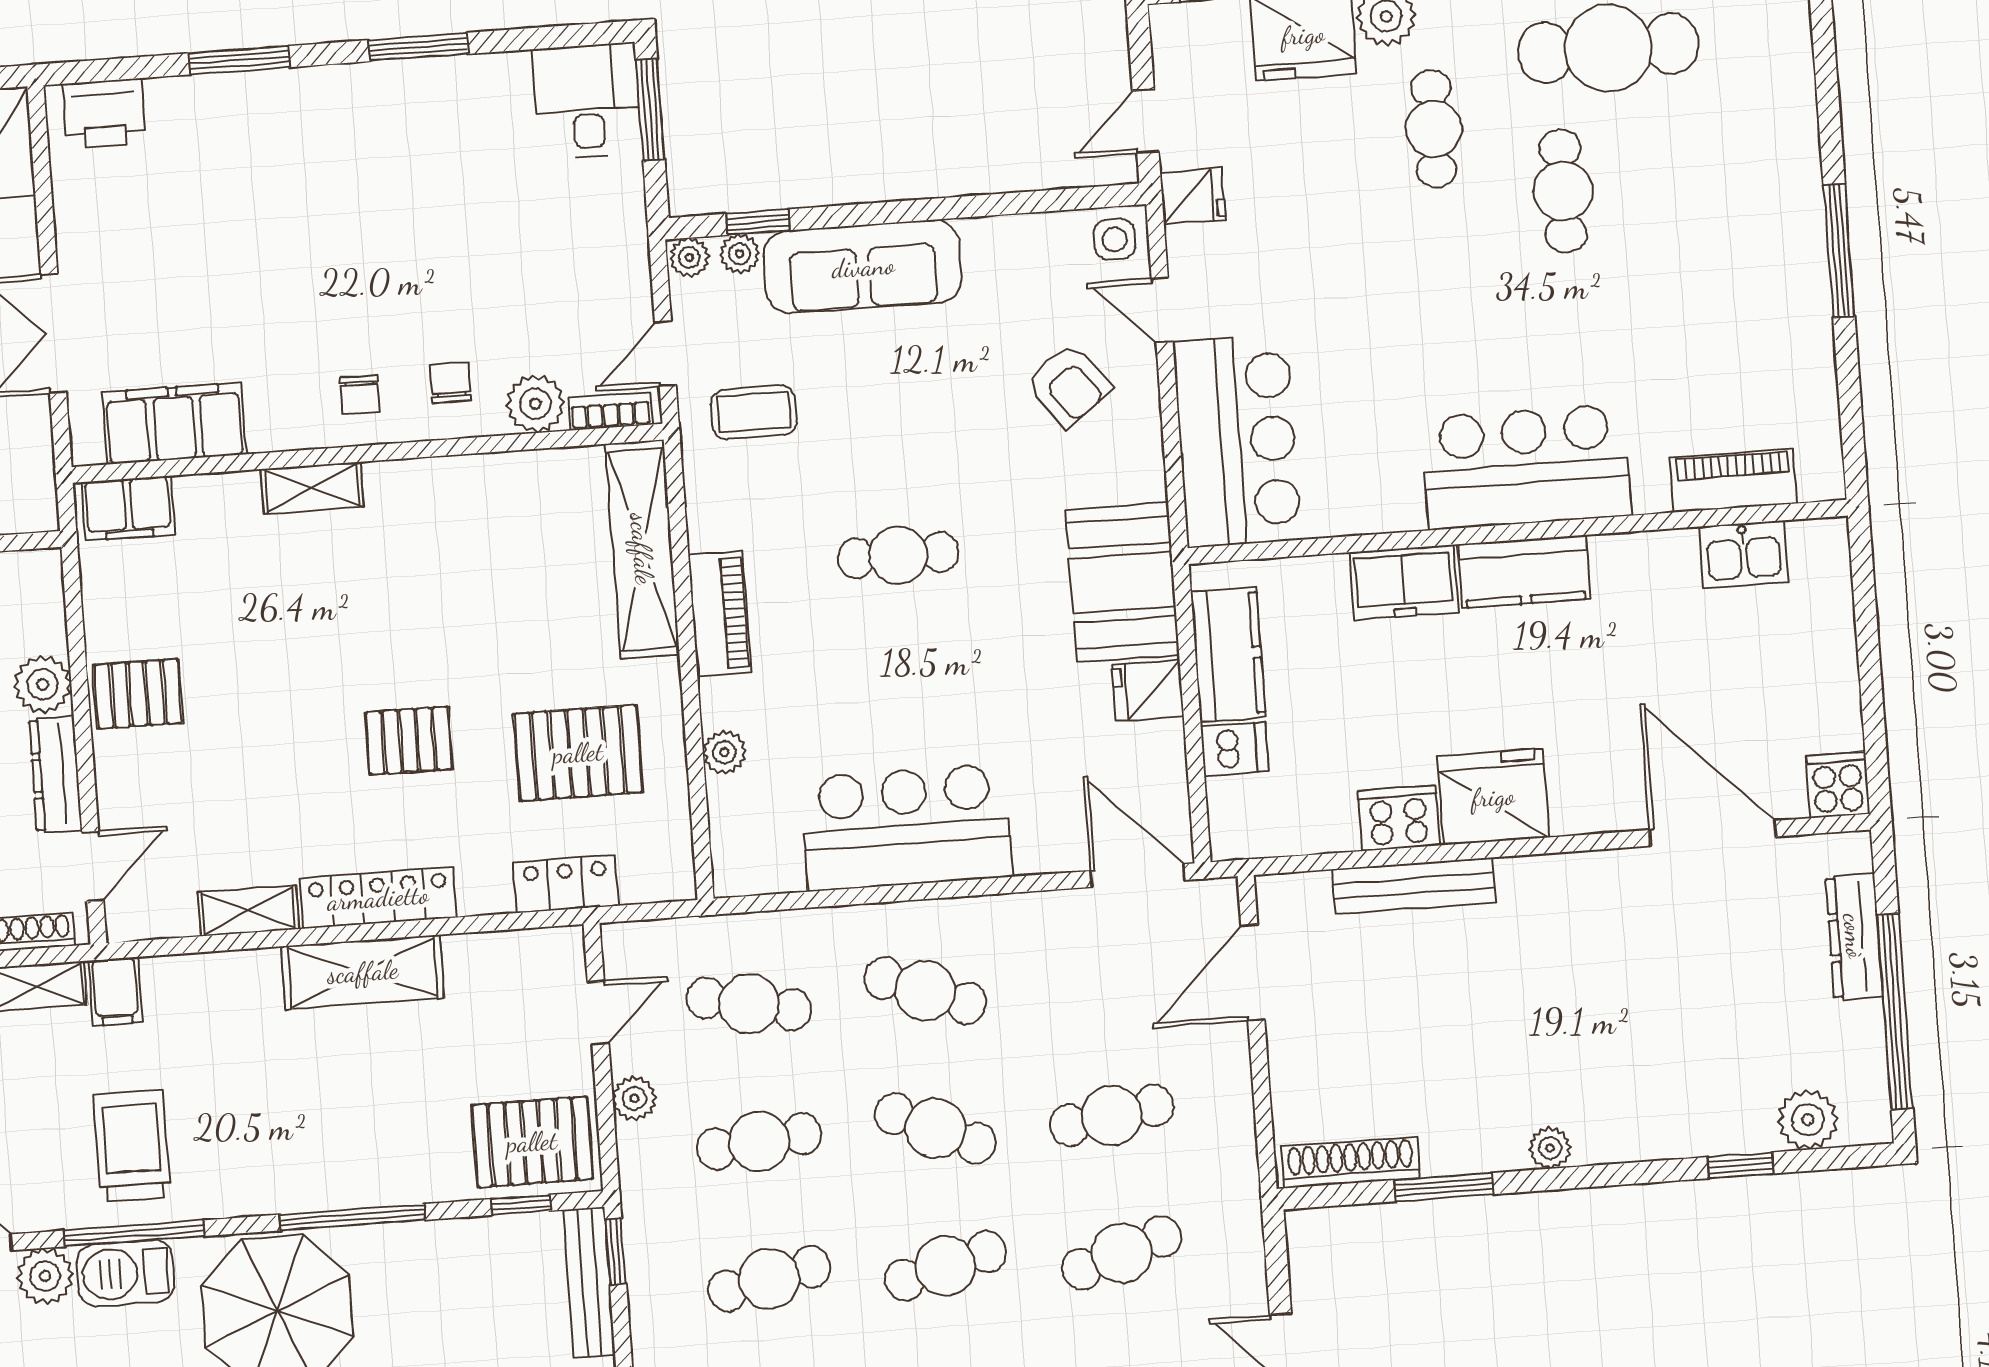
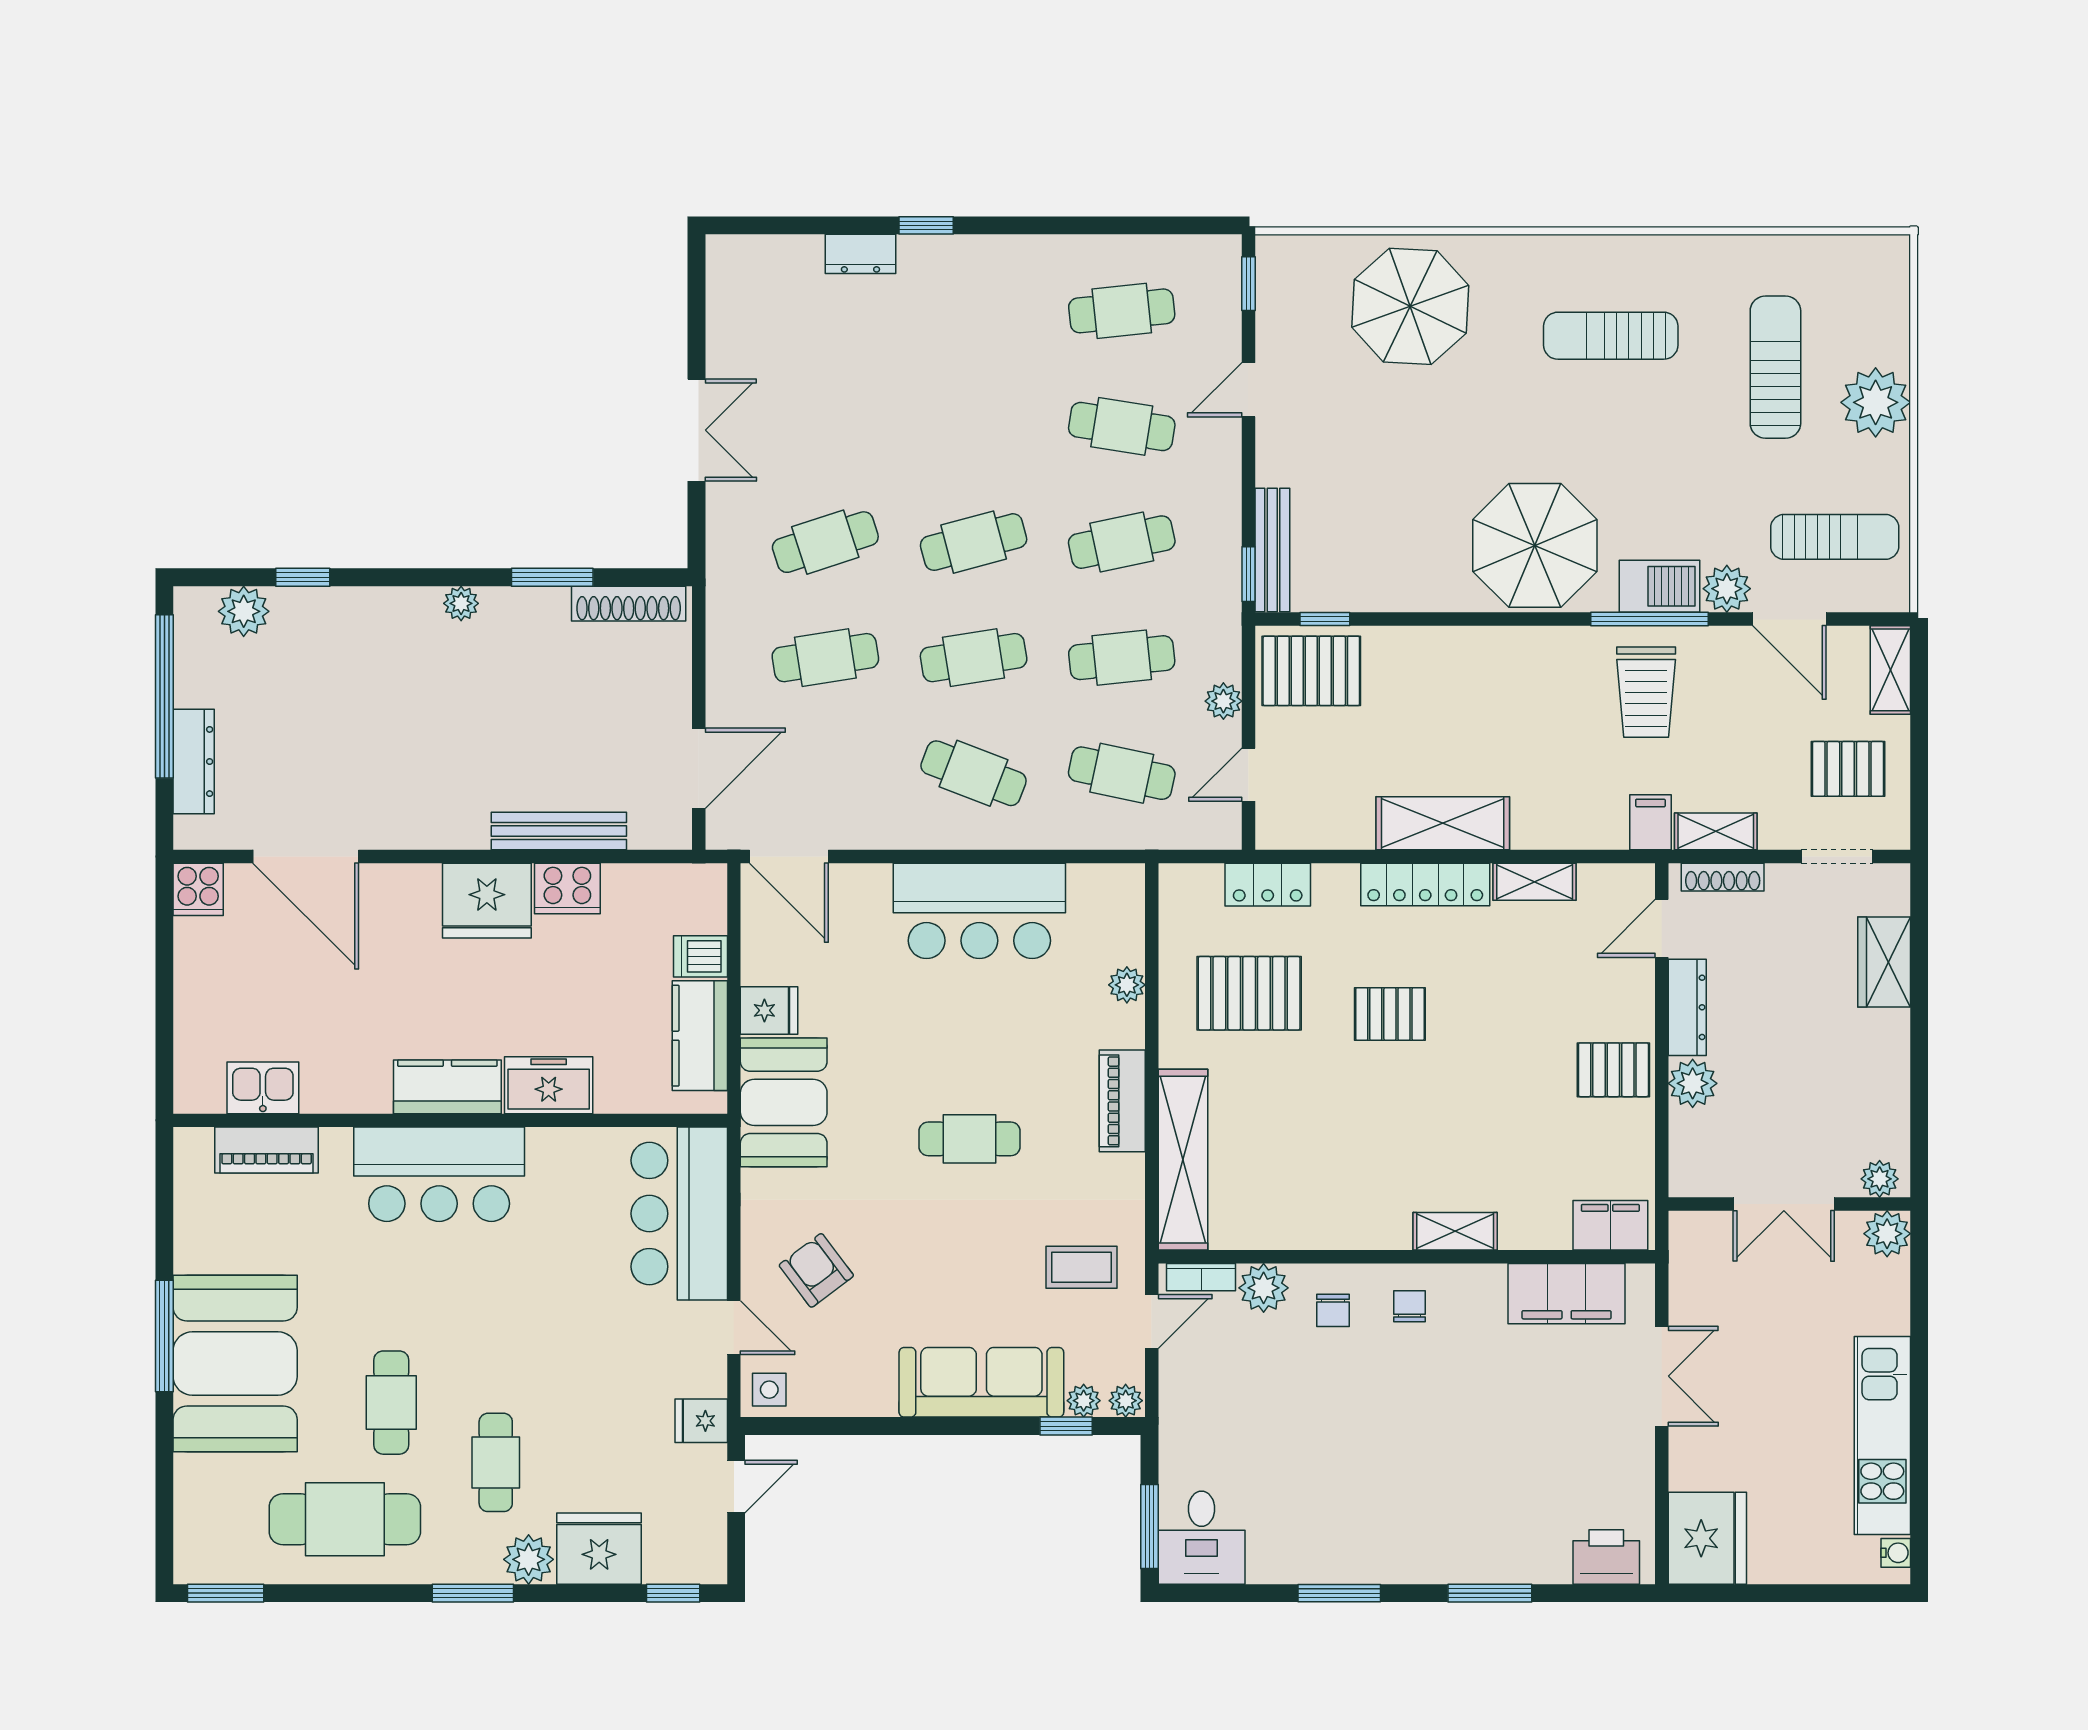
booth: (1752, 224) -> (235, 1363), added
cafe table: (935, 1128) -> (974, 658), turned -33
window: (352, 1217) -> (1466, 619), removed

